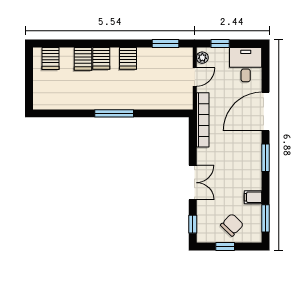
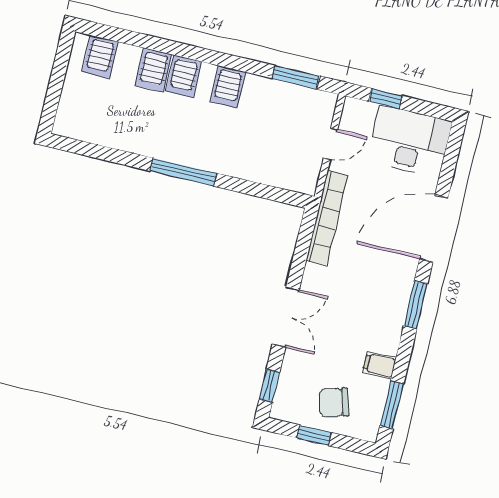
plant: (202, 58) -> (351, 115), removed
desk: (246, 65) -> (410, 141), width x1.37
chair: (232, 225) -> (334, 402), turned -150

